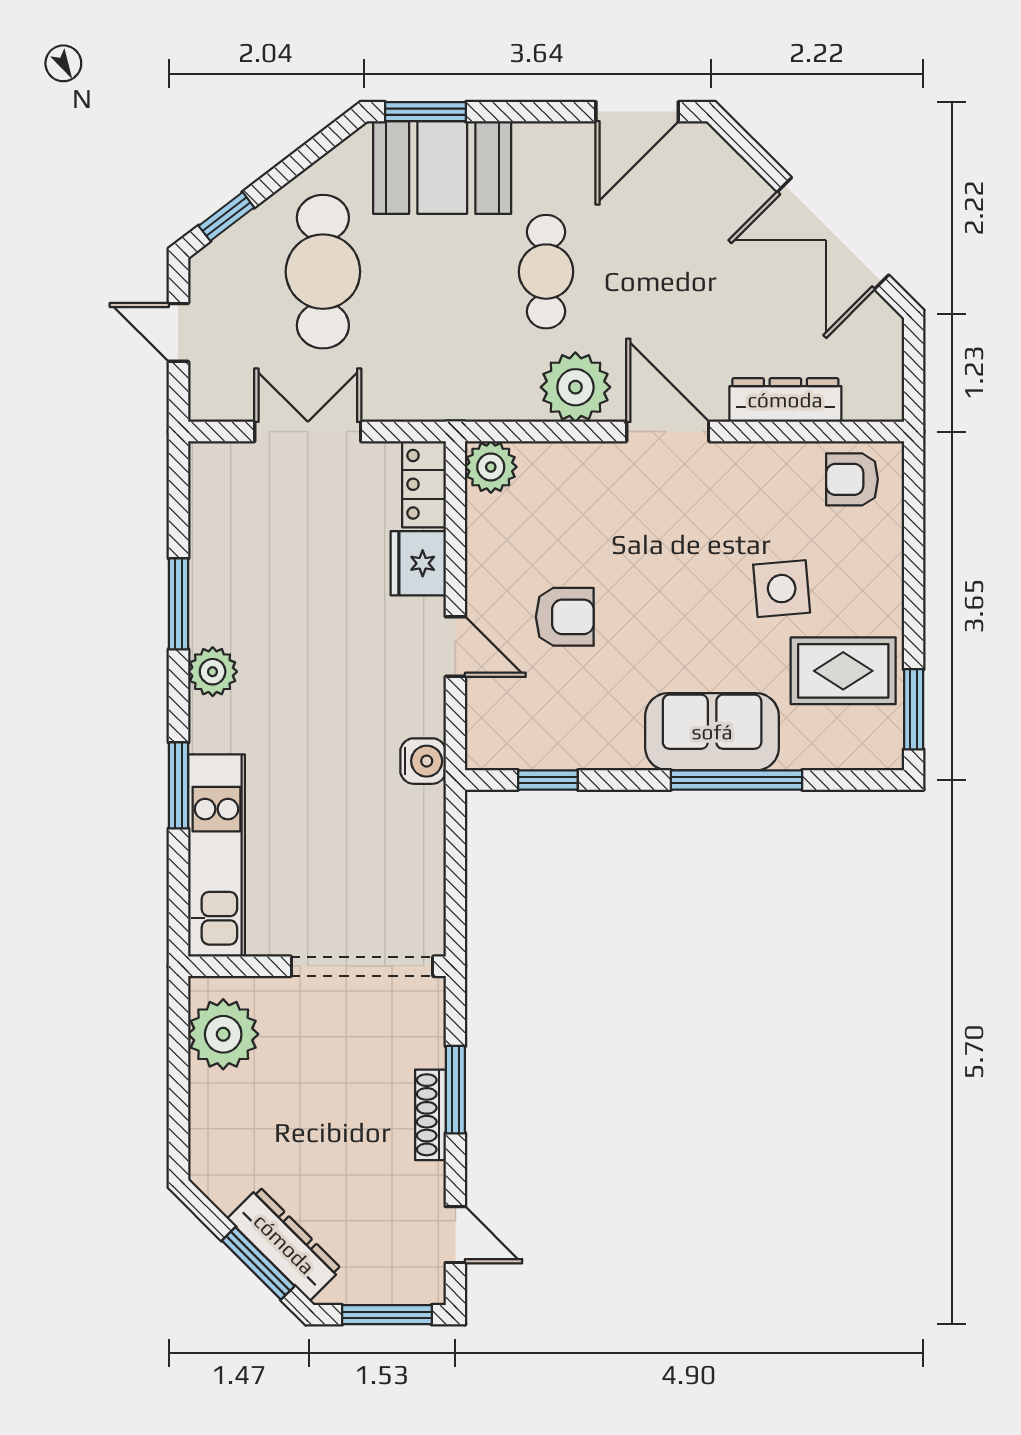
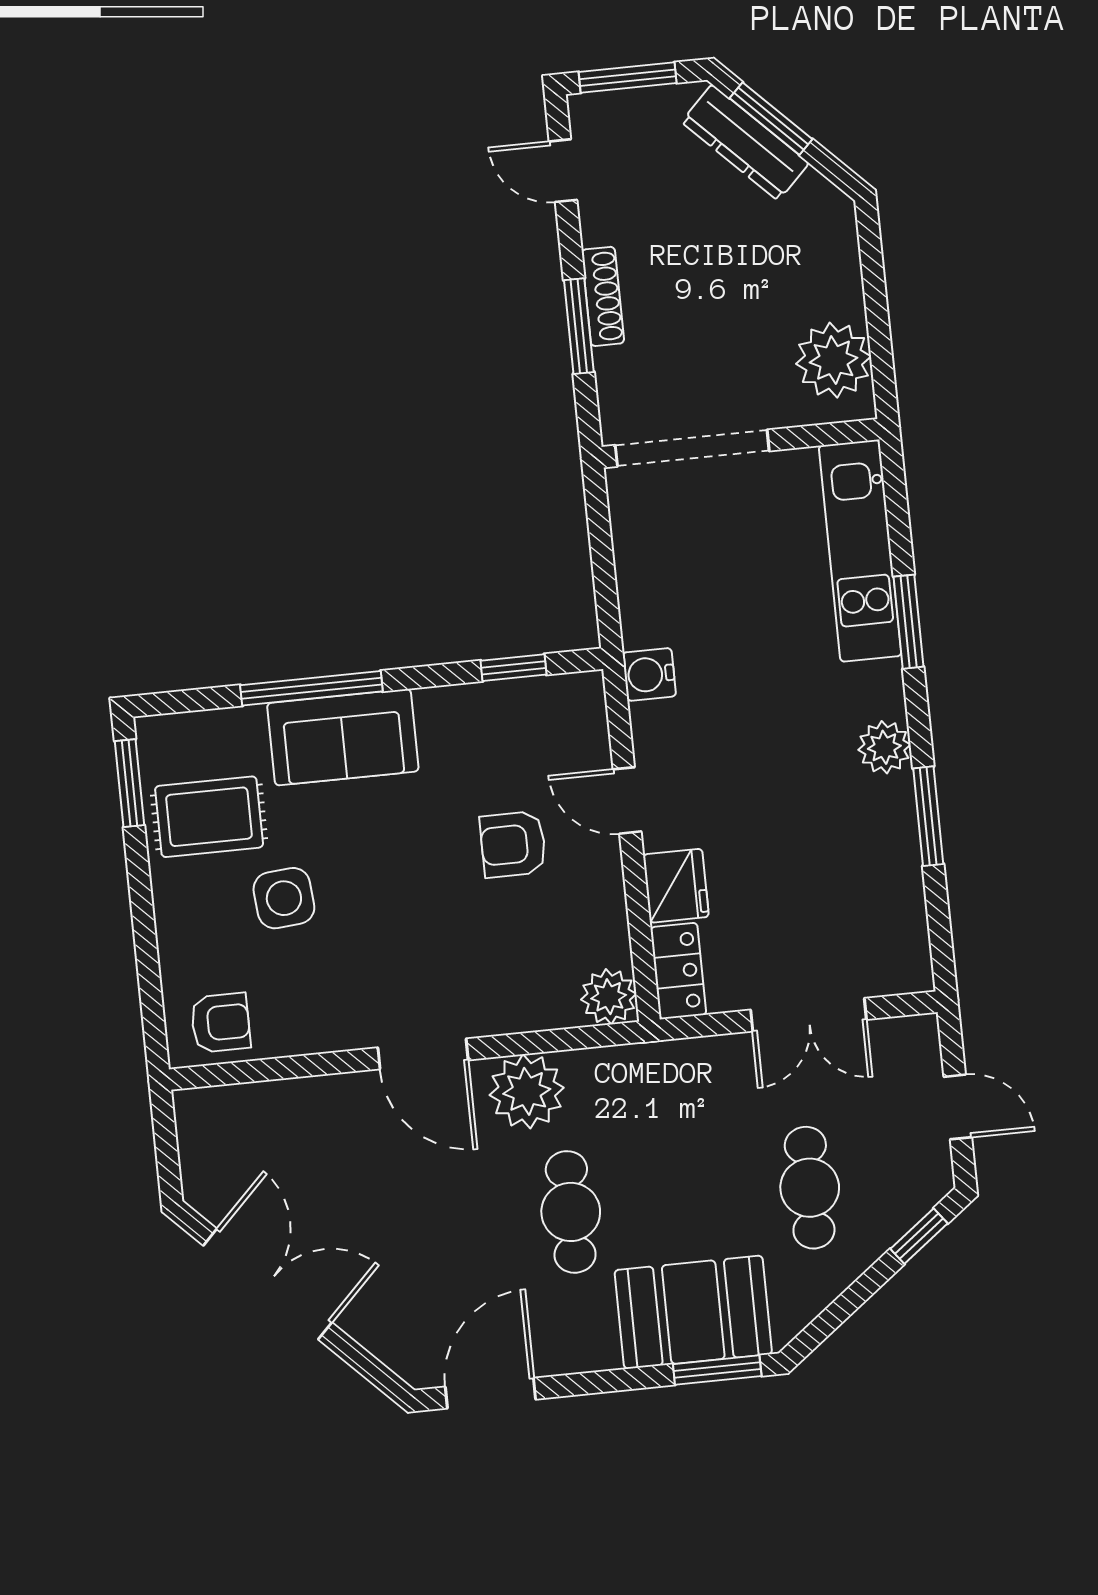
cafe table: (323, 272) -> (810, 1188), width x0.73, depth x0.74
dresser: (785, 400) -> (300, 1100), removed

